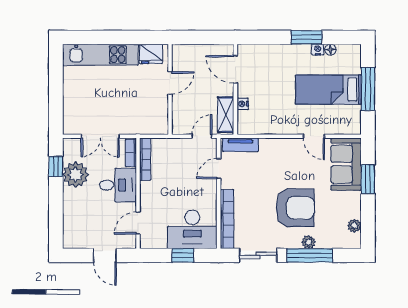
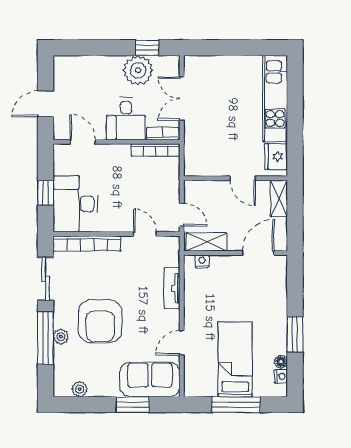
nightstand: (318, 50) -> (281, 376), moved
shelving: (188, 51) -> (279, 199), added
nightstand: (243, 104) -> (202, 261), moved
tv unit: (240, 145) -> (172, 288), moved

